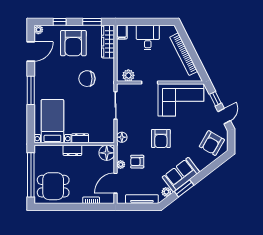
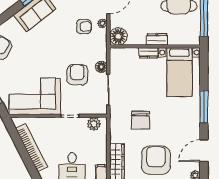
chair: (87, 79) -> (141, 120), turned 90
floor lamp: (122, 137) -> (101, 67), moved
armchair: (161, 139) -> (77, 75), moved

